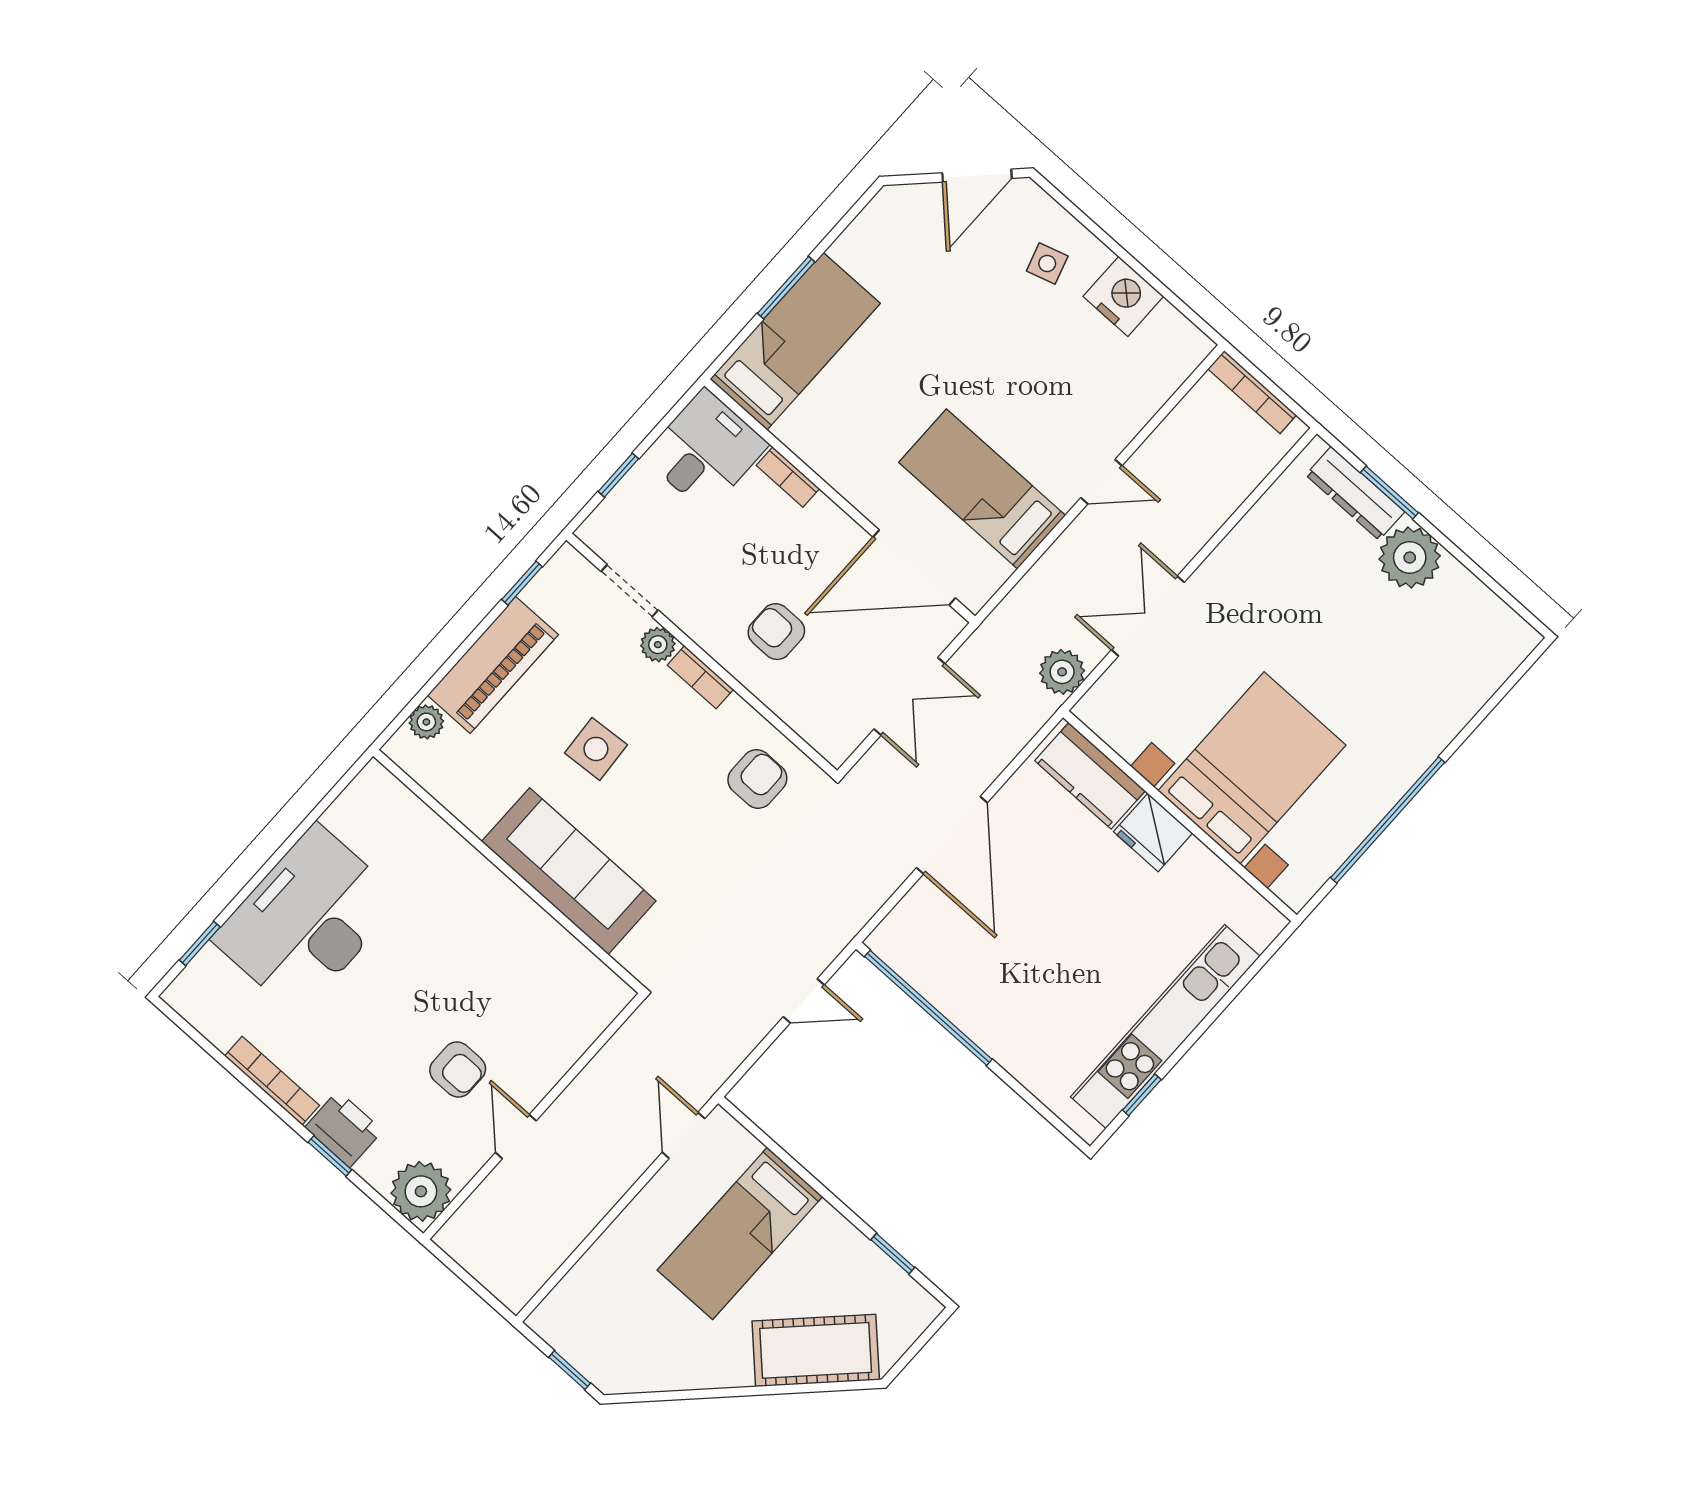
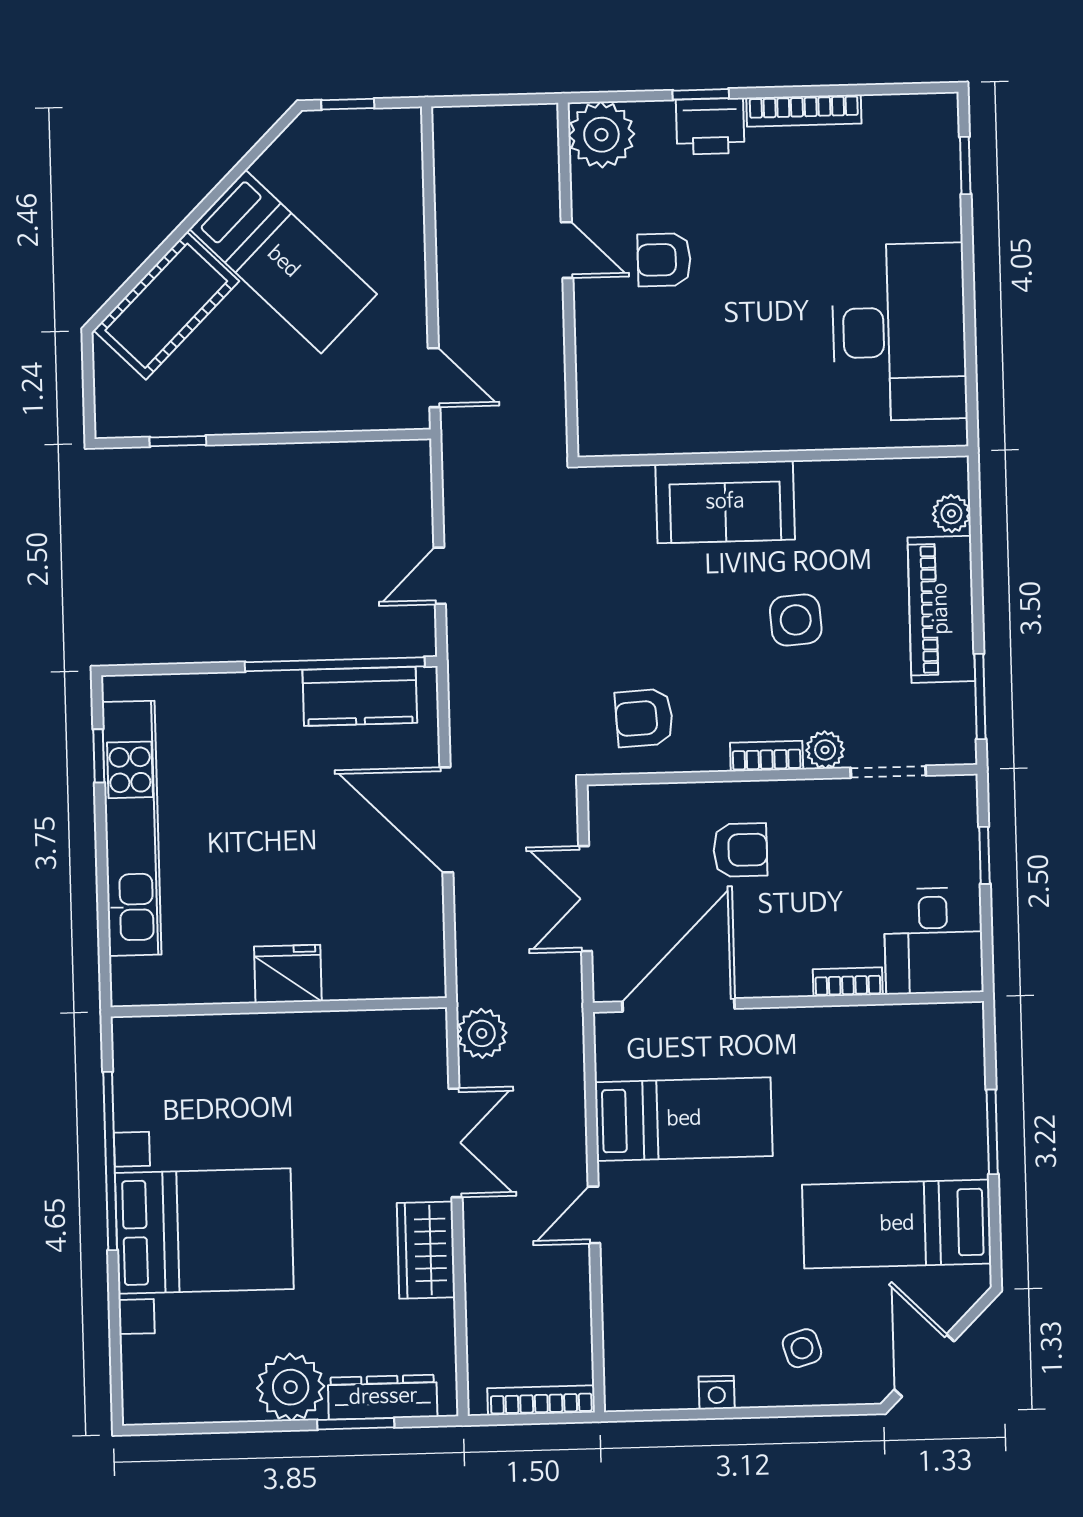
nightstand: (1123, 296) -> (717, 1393), width x0.53, depth x0.56
bed: (795, 341) -> (897, 1224), moved, turned 90
wardrobe: (1234, 563) -> (426, 1250), added
window: (522, 583) -> (980, 697), width x1.50
bed with nightstands: (1252, 768) -> (204, 1231), moved, turned -90
kitchen counter: (1090, 776) -> (360, 696), moved, turned 180
armchair: (757, 779) -> (644, 718), turned 87
sofa: (569, 871) -> (725, 502), width x0.73
desk: (307, 920) -> (899, 332), moved
bed: (740, 1233) -> (283, 262), moved, turned 135

